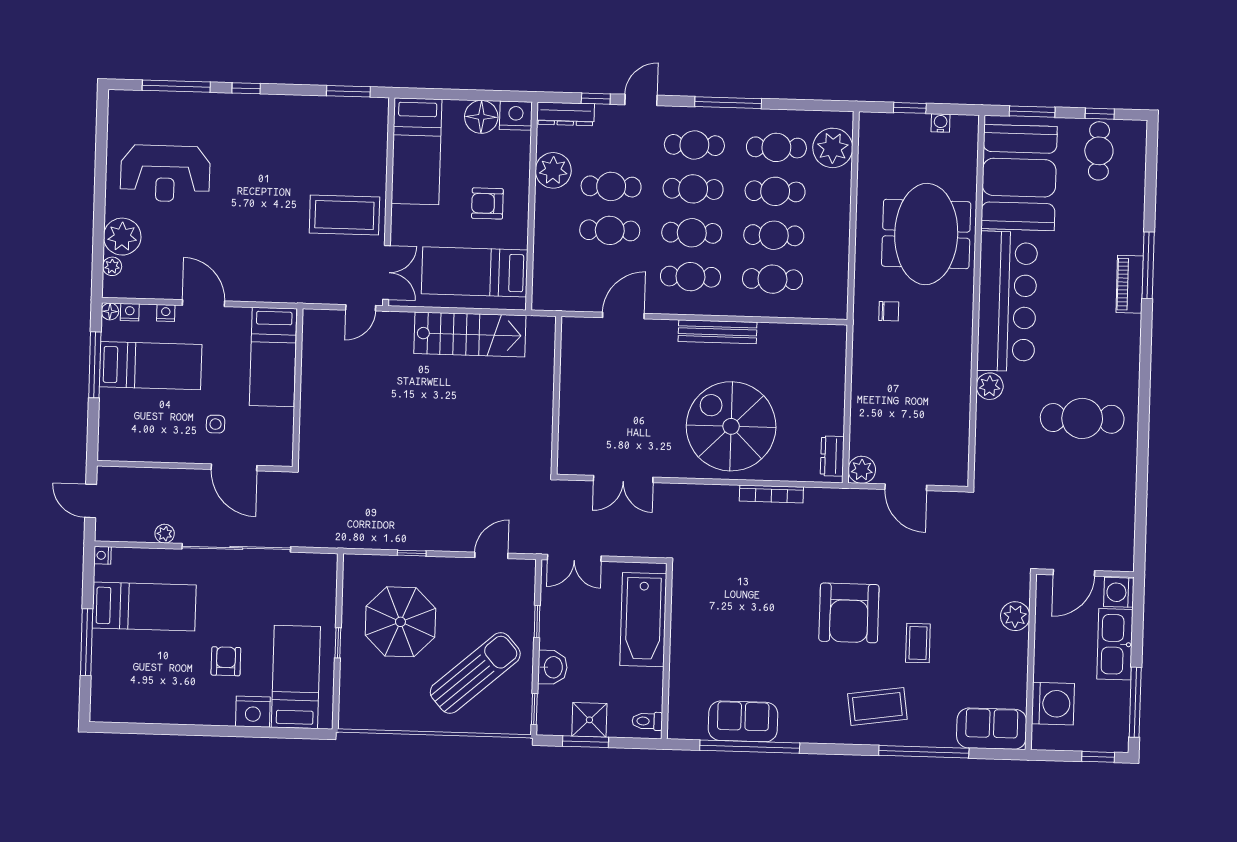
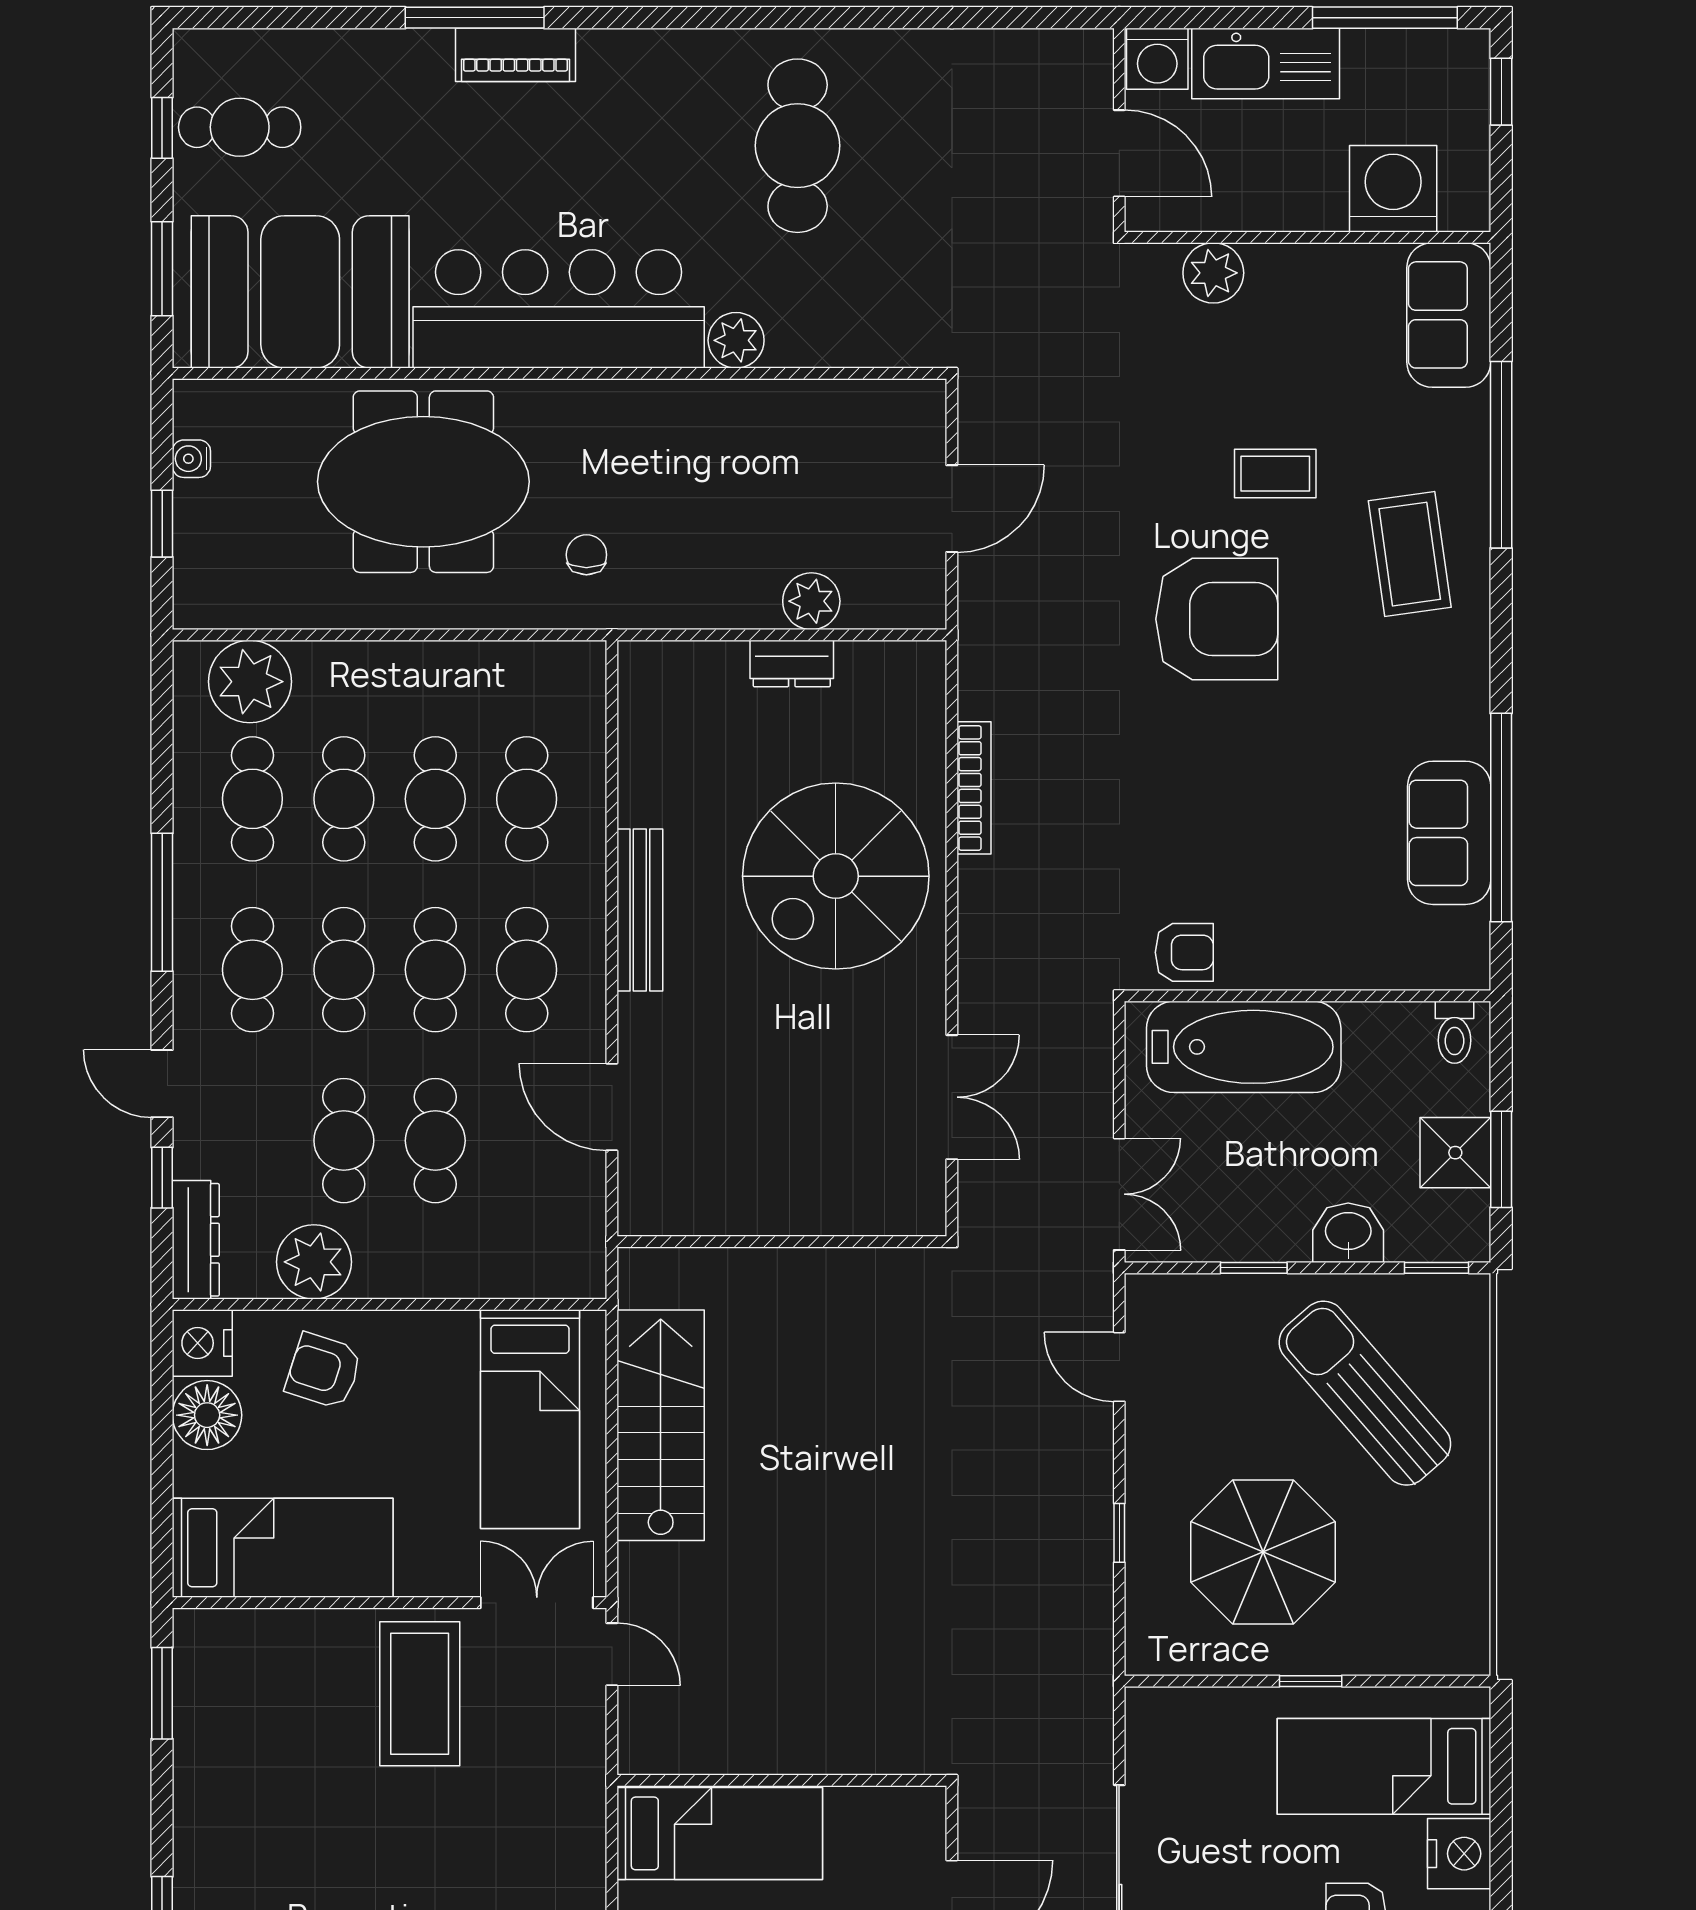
armchair: (487, 203) -> (324, 1371), moved, turned 108
dresser: (832, 456) -> (792, 664), moved
plant: (862, 470) -> (811, 601), moved
armchair: (689, 593) -> (1184, 952), added

